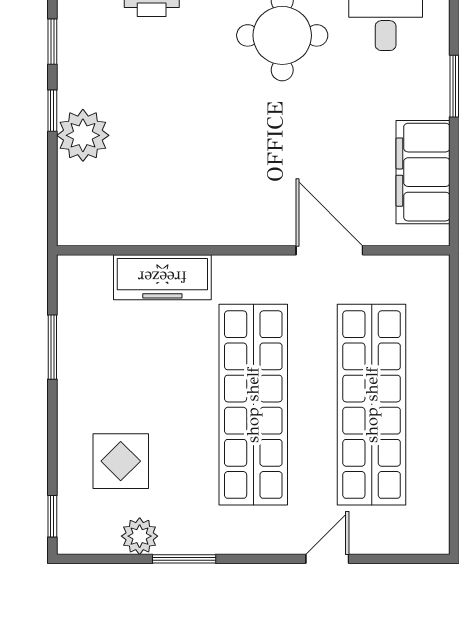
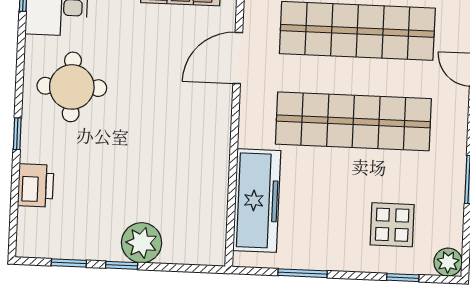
freezer: (162, 277) -> (257, 201), width x1.36, depth x1.26
window: (52, 516) -> (403, 278), moved
plant: (140, 536) -> (448, 262), moved

